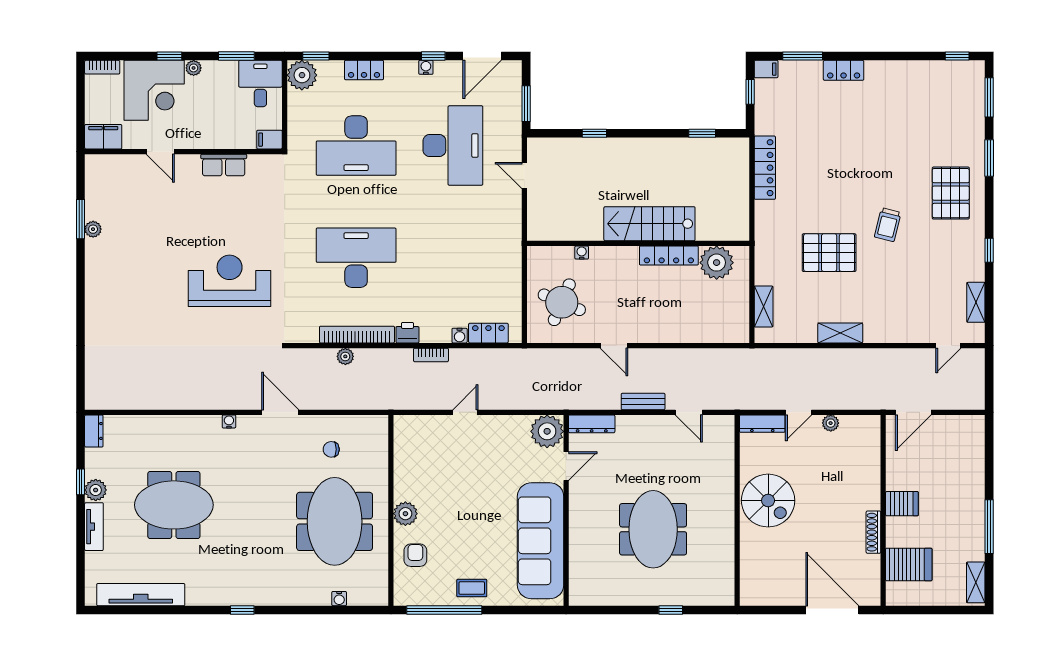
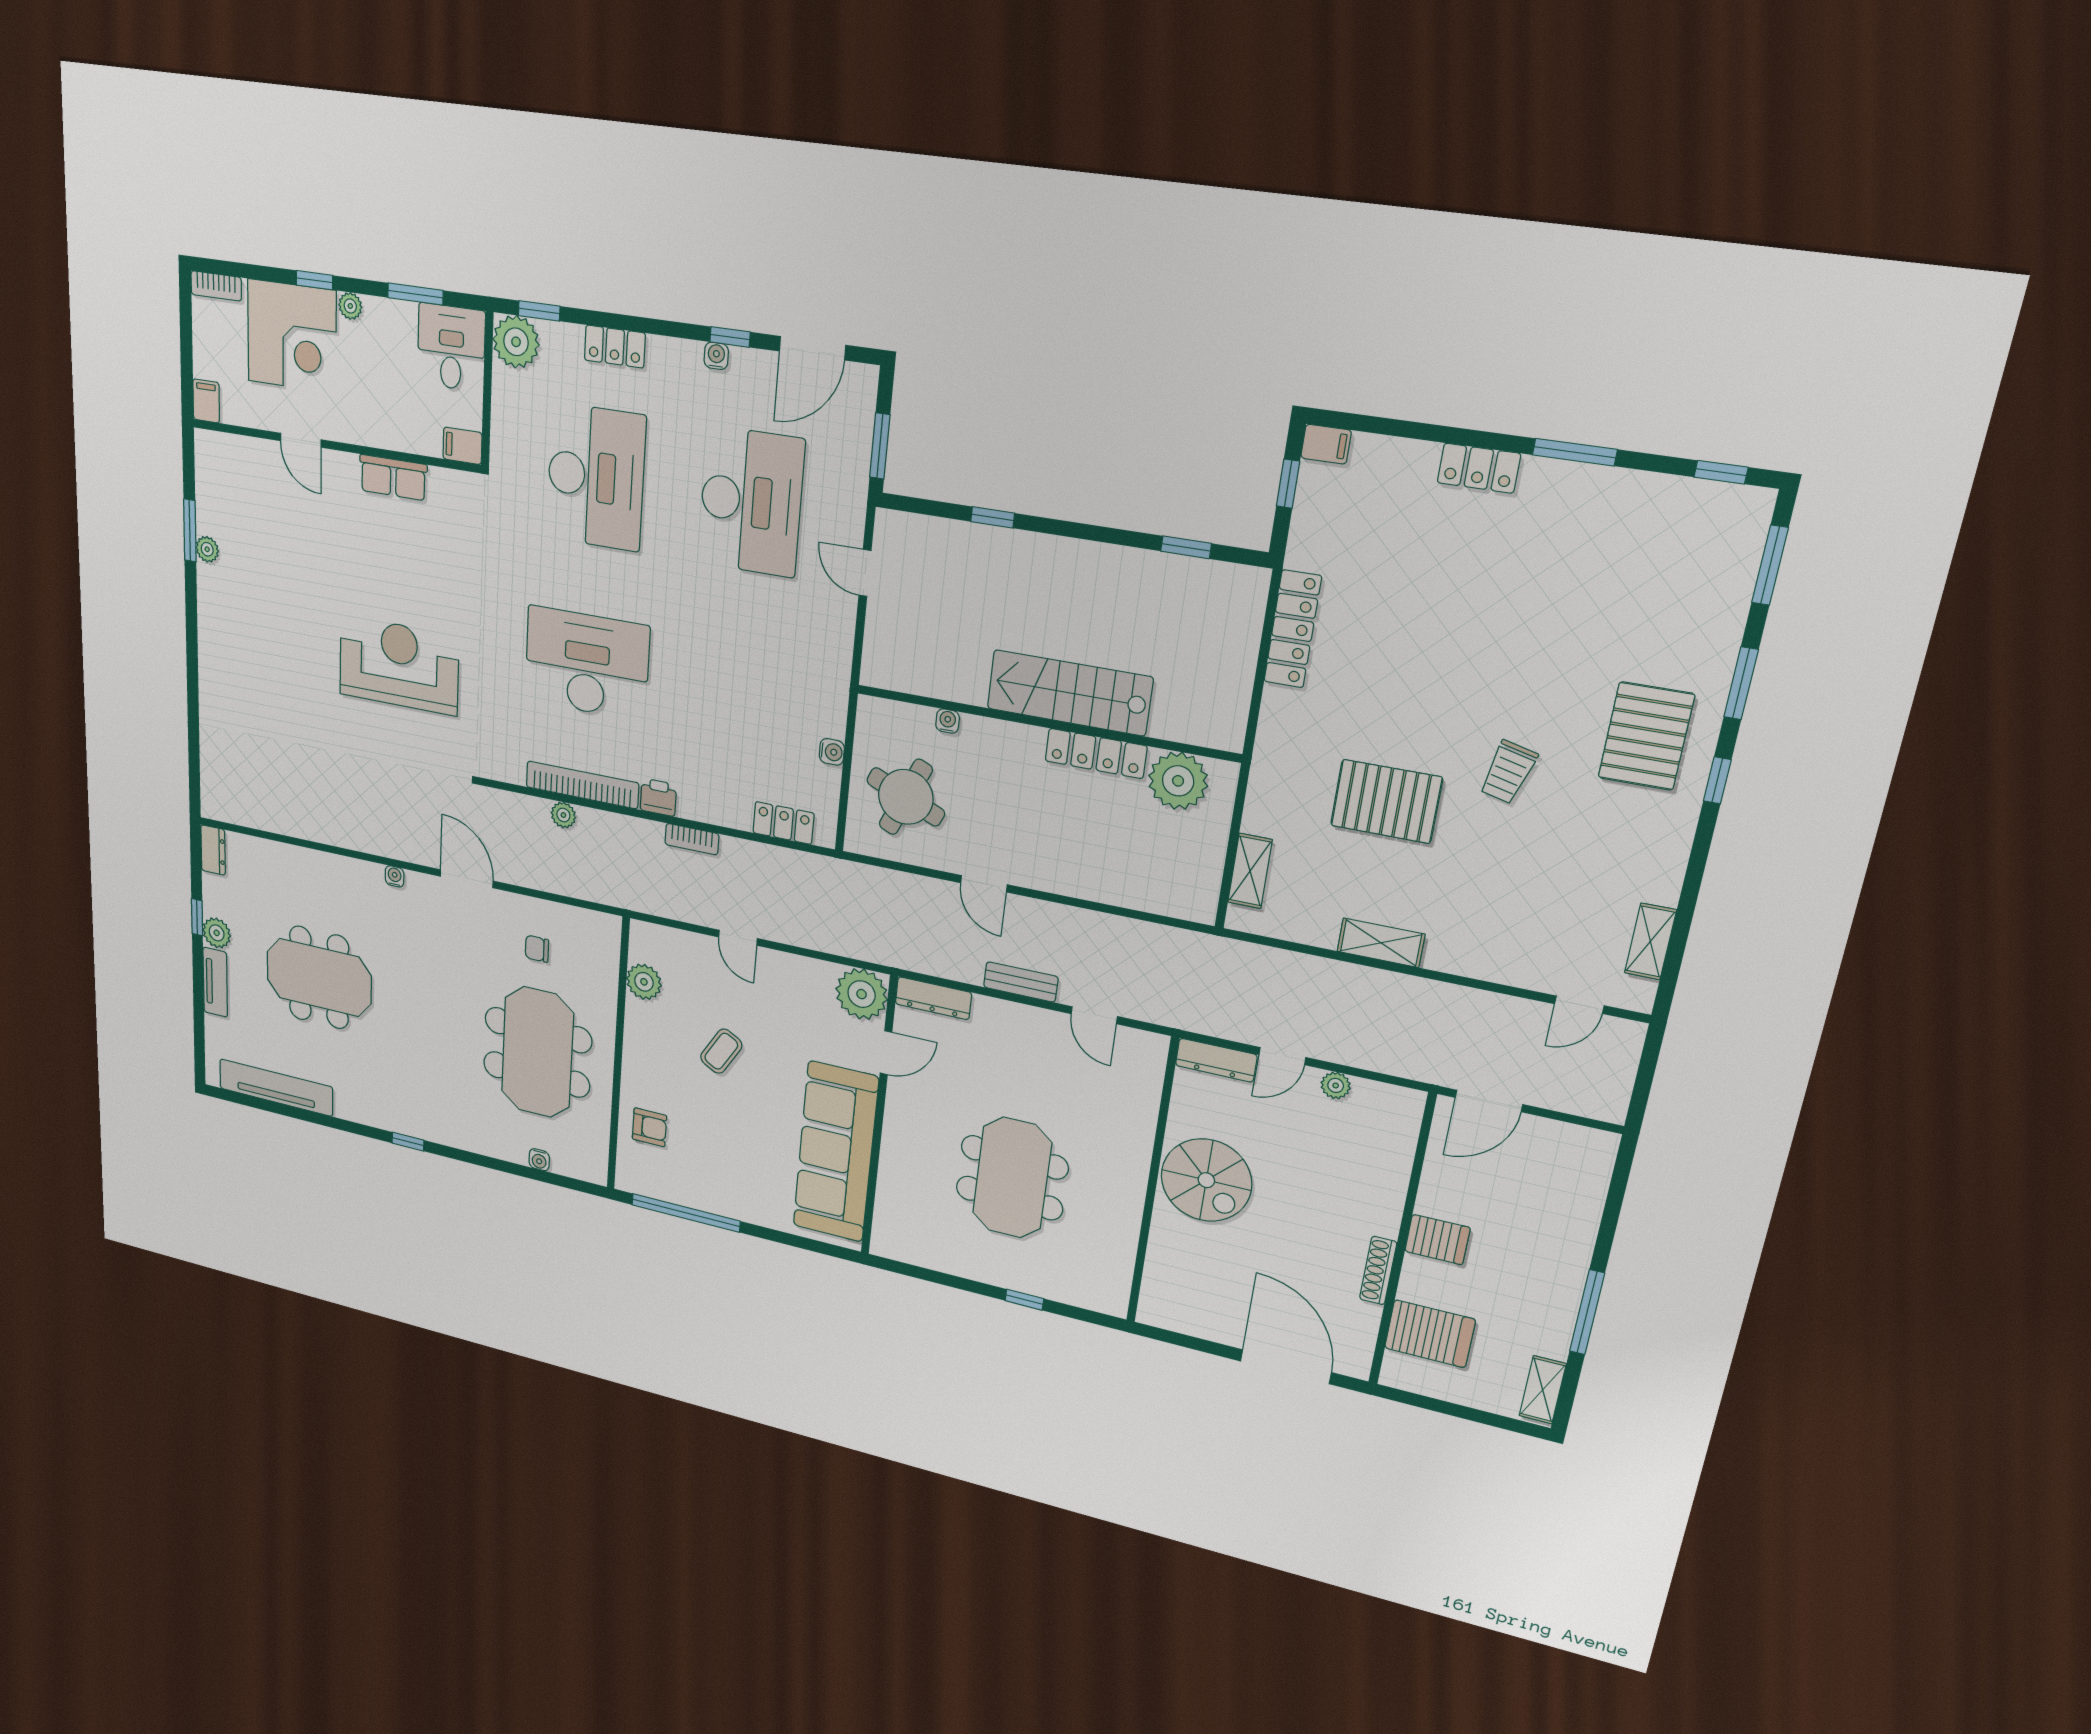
window: (803, 56) -> (1575, 452), moved
filing cabinet: (103, 137) -> (206, 401), width x0.50
desk: (356, 146) -> (596, 477), turned -90
window: (989, 250) -> (1717, 780), moved
water cooler: (460, 336) -> (832, 752), moved, turned -90
door: (465, 412) -> (738, 938), swing flipped
plant: (405, 514) -> (644, 982), moved
armchair: (415, 555) -> (649, 1127), turned 90
coffee table: (472, 588) -> (721, 1051), moved, turned -60

